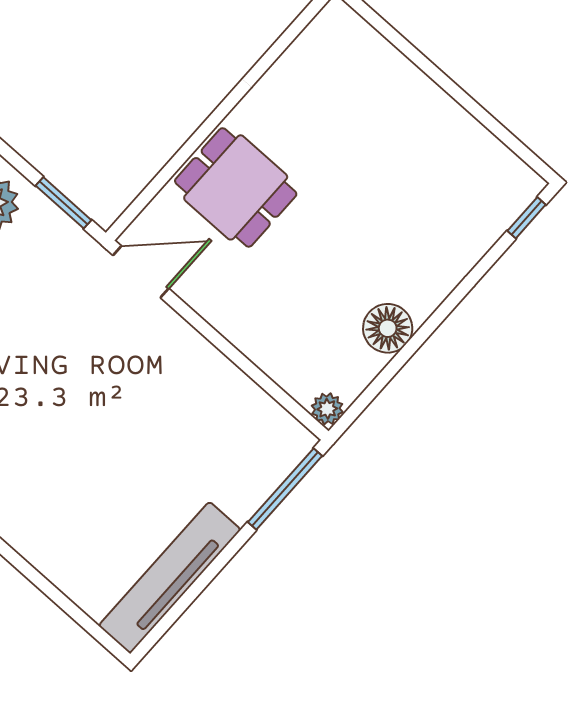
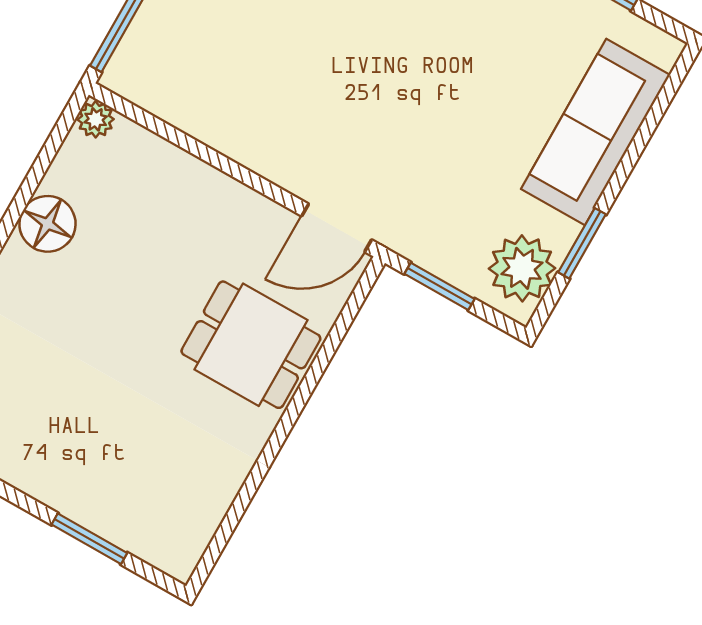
window: (410, 51) -> (89, 539), added

